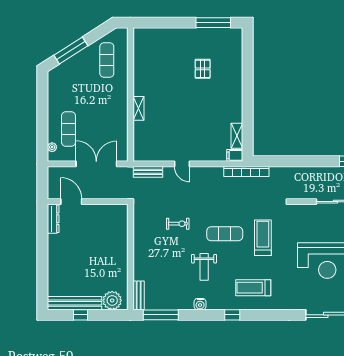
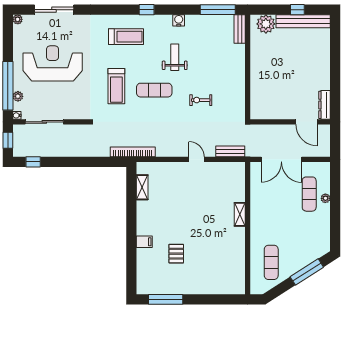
plant: (52, 147) -> (325, 198), moved
filing cabinet: (235, 155) -> (144, 242), moved

